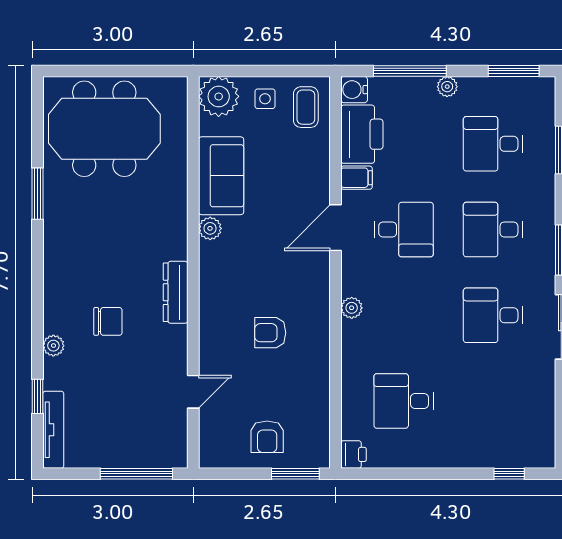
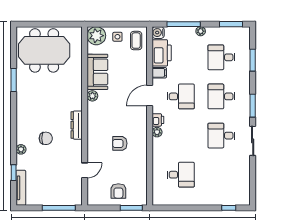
desk: (404, 401) -> (181, 175), turned 180
printer: (354, 454) -> (158, 120), moved

